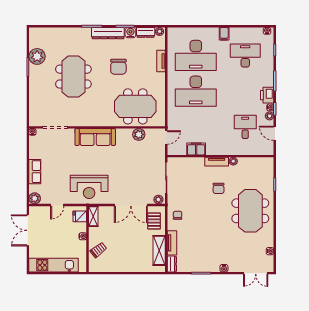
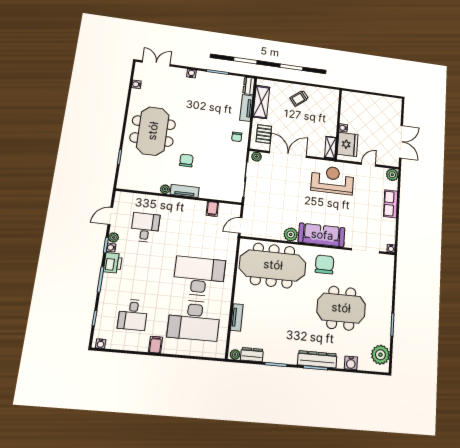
dresser: (108, 33) -> (317, 359), moved
water cooler: (130, 33) -> (351, 363), moved
desk: (196, 55) -> (194, 320), turned 180
desk: (245, 55) -> (133, 315), width x0.73
plant: (37, 56) -> (380, 355), moved
chair: (118, 67) -> (325, 264), moved
meeting table: (73, 77) -> (341, 308), turned 90
meeting table: (135, 106) -> (273, 265), width x1.36
desk: (245, 127) -> (145, 227), turned 180
door: (275, 133) -> (110, 216), swing flipped
plant: (139, 134) -> (291, 234), moved
filing cabinet: (196, 149) -> (212, 209), width x0.50
fridge: (80, 216) -> (348, 144), width x1.88, depth x1.34
trolley: (98, 250) -> (299, 98), moved
kitchen unit: (54, 265) -> (376, 102), removed

